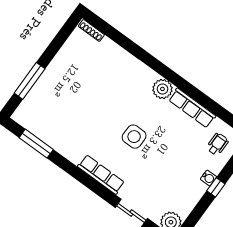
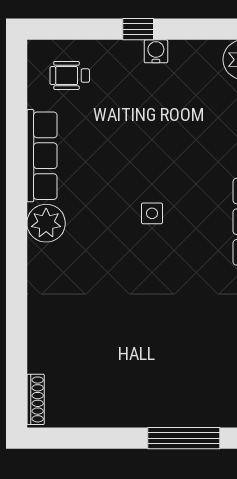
side table: (134, 137) -> (152, 213), width x0.54, depth x0.54
water cooler: (208, 178) -> (156, 51), moved

